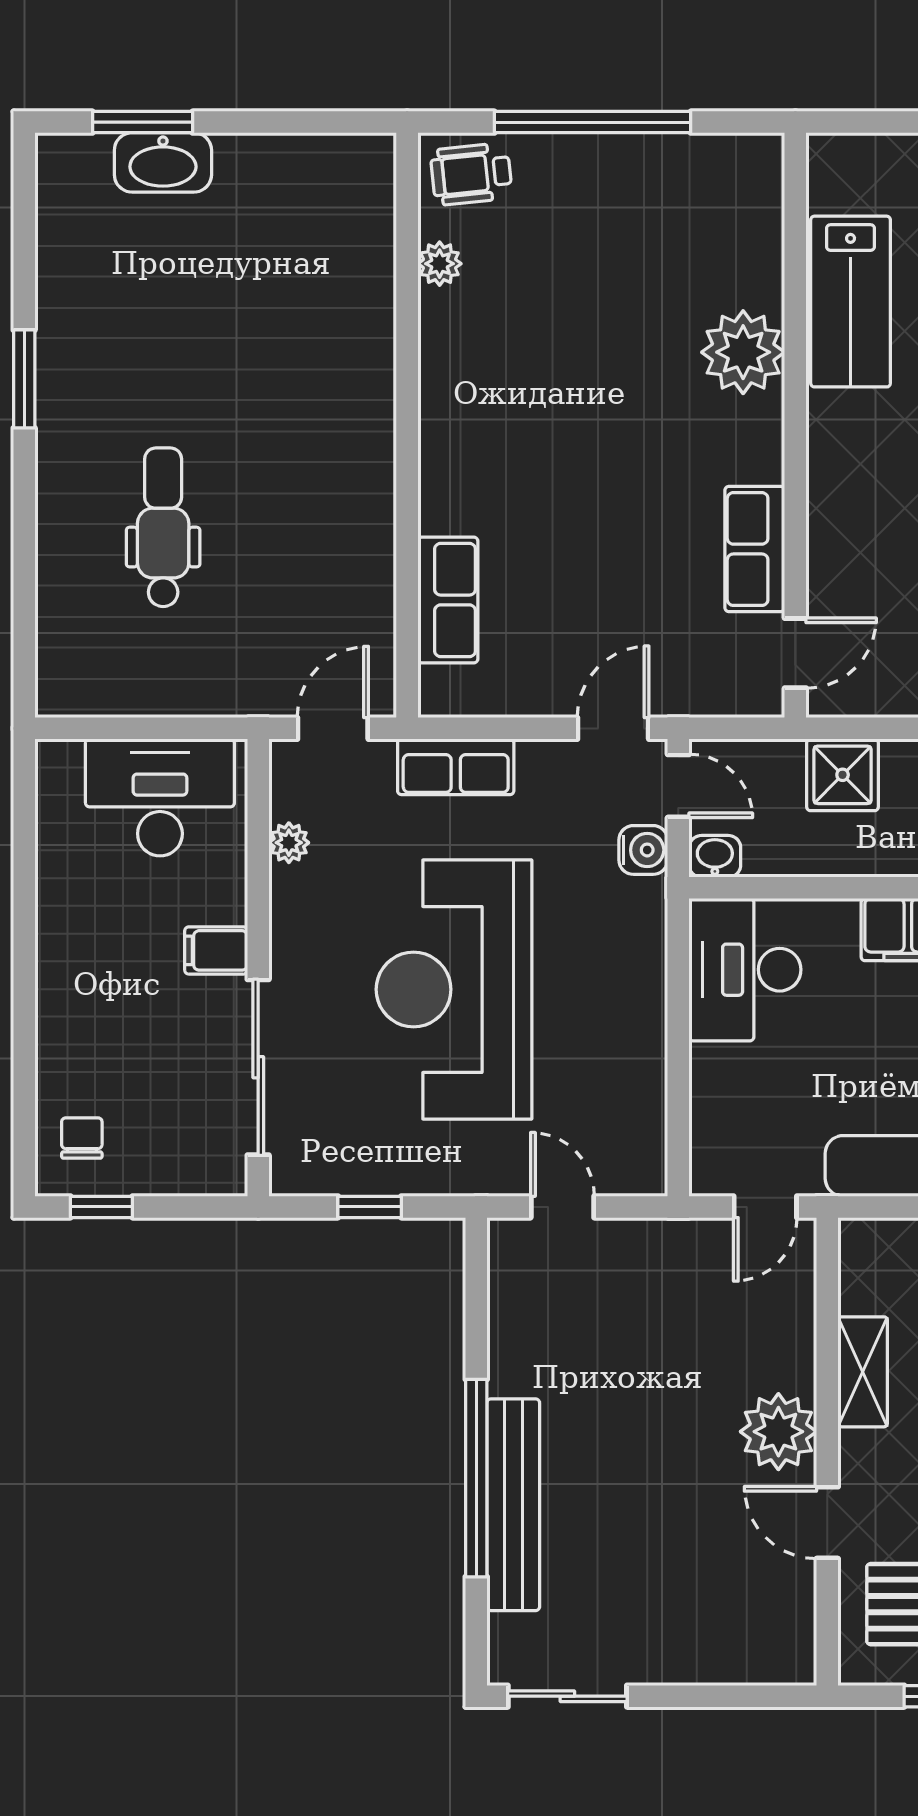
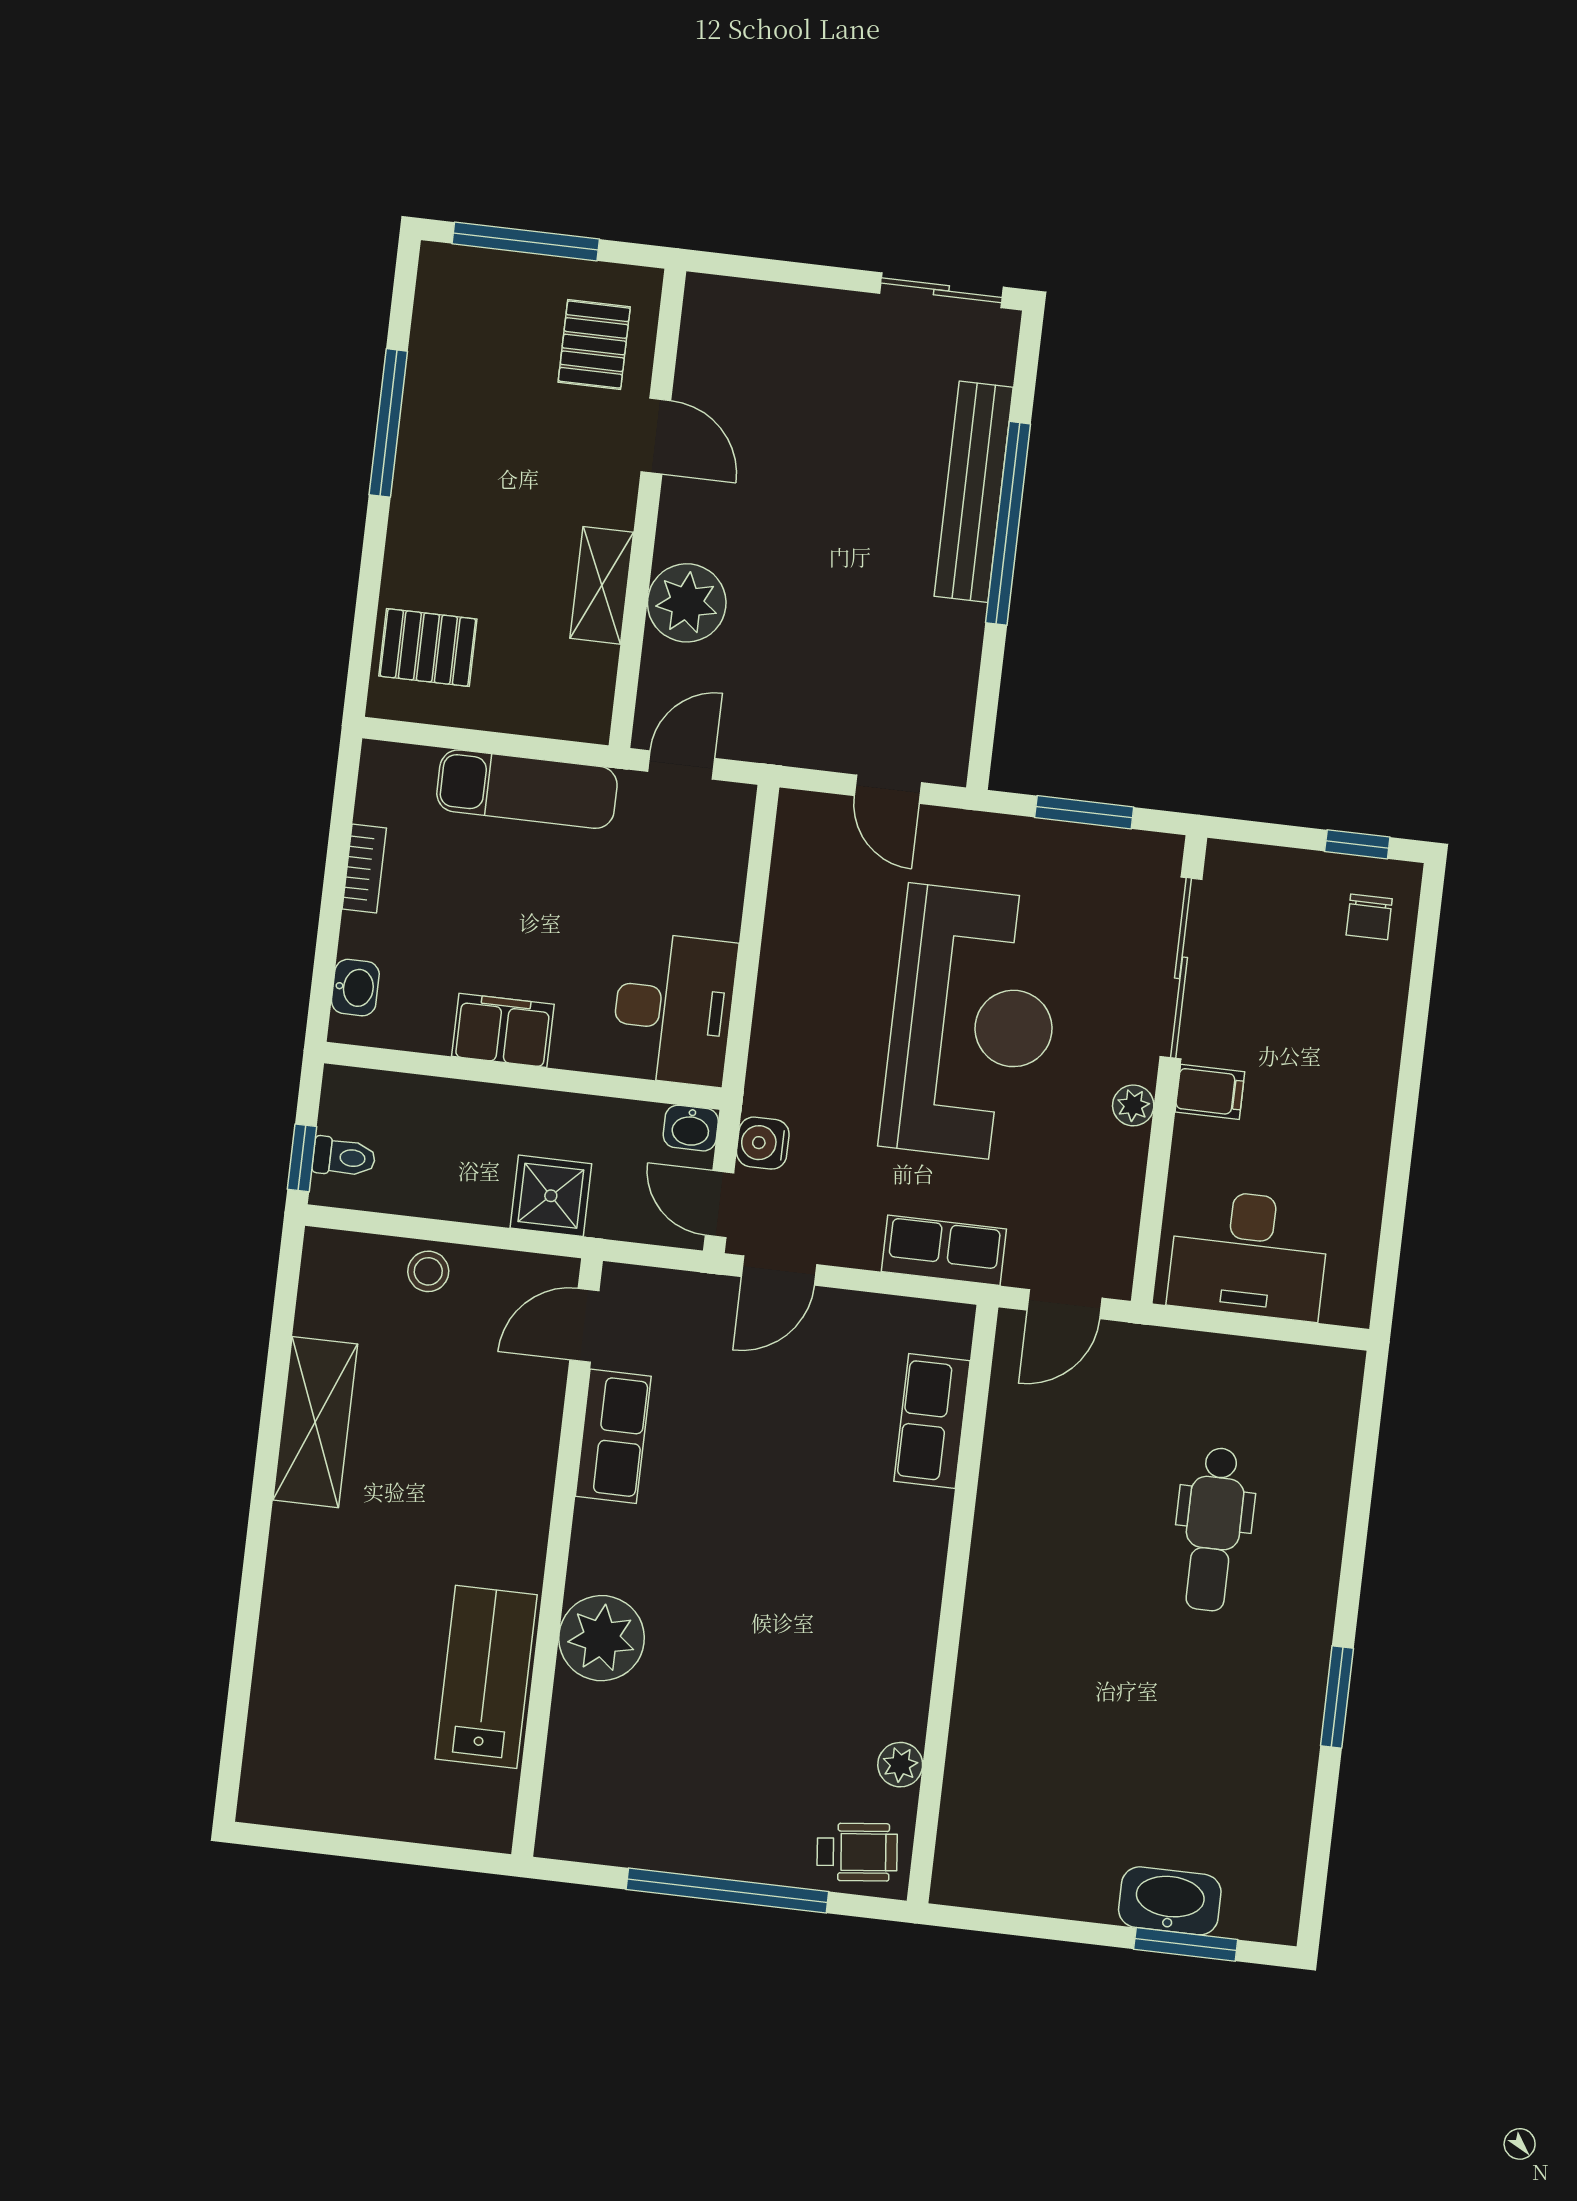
plant: (289, 843) -> (1133, 1105), moved
window: (370, 1207) -> (1084, 812), width x1.50
plant: (778, 1432) -> (687, 603), moved

